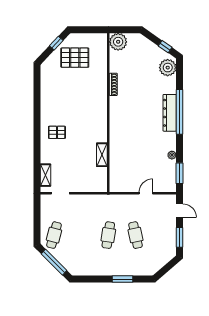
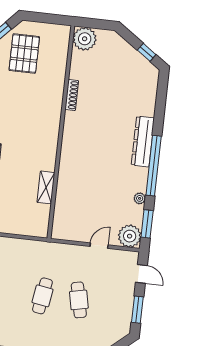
pallet: (75, 58) -> (24, 54), turned 90
plant: (168, 68) -> (130, 236), moved
window: (180, 112) -> (154, 166), moved

